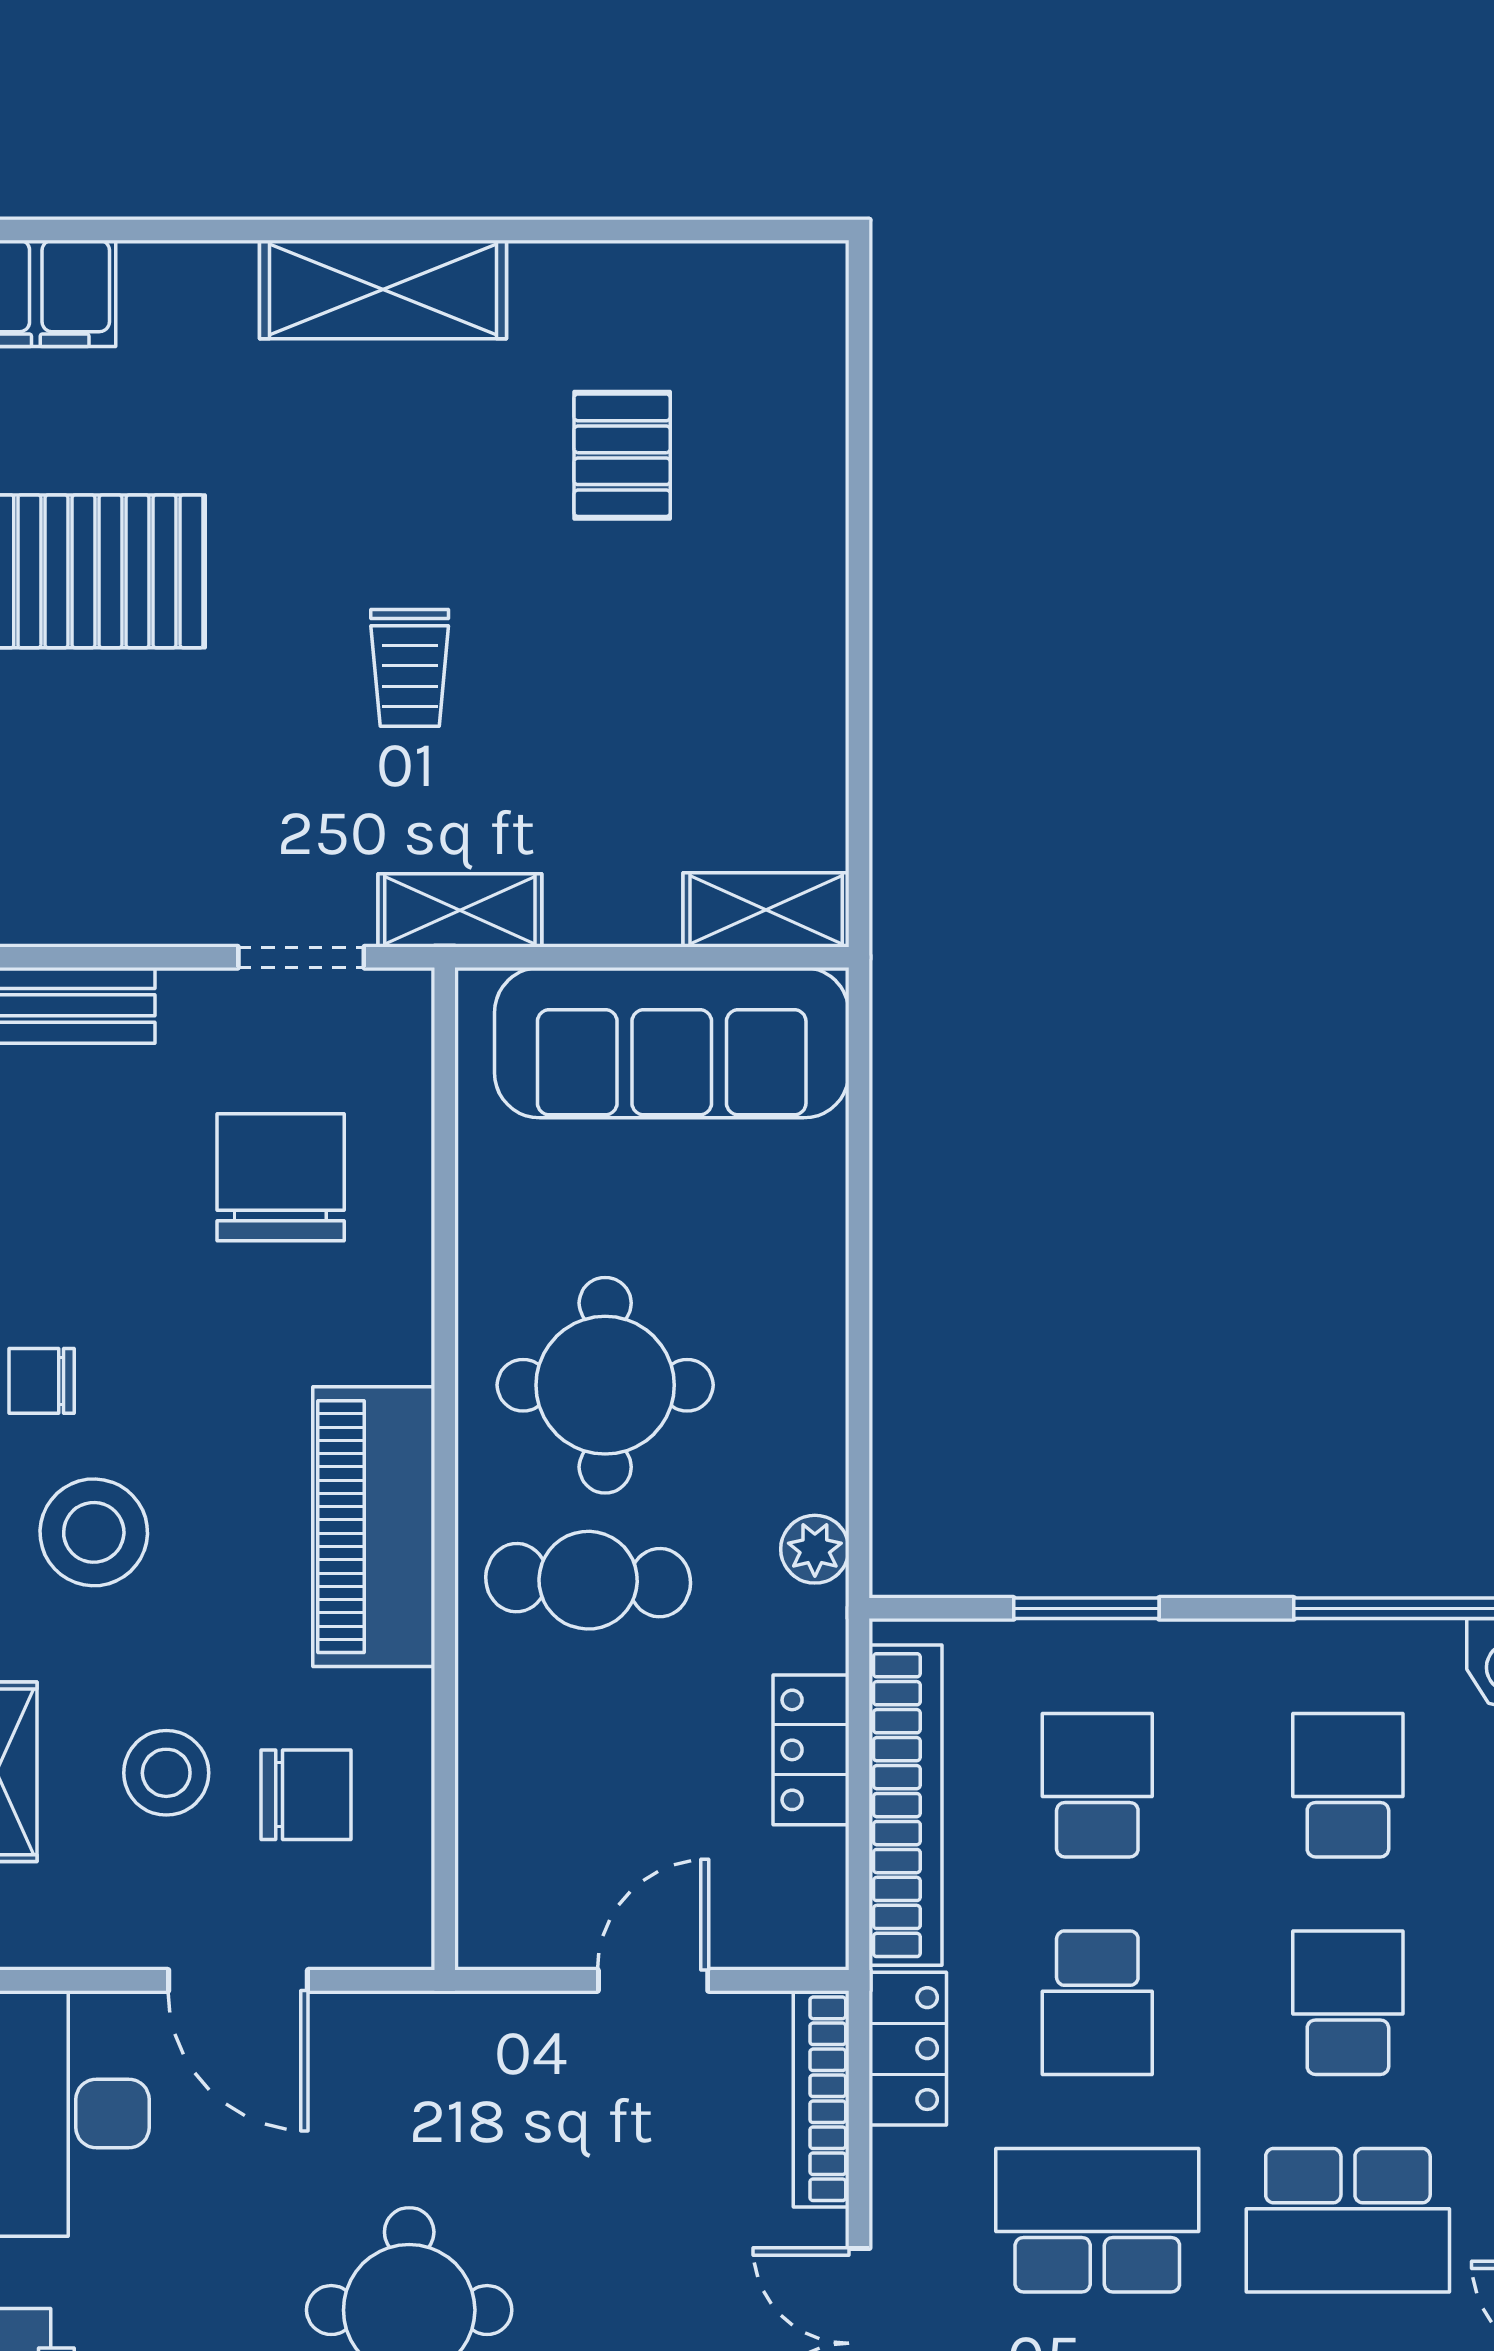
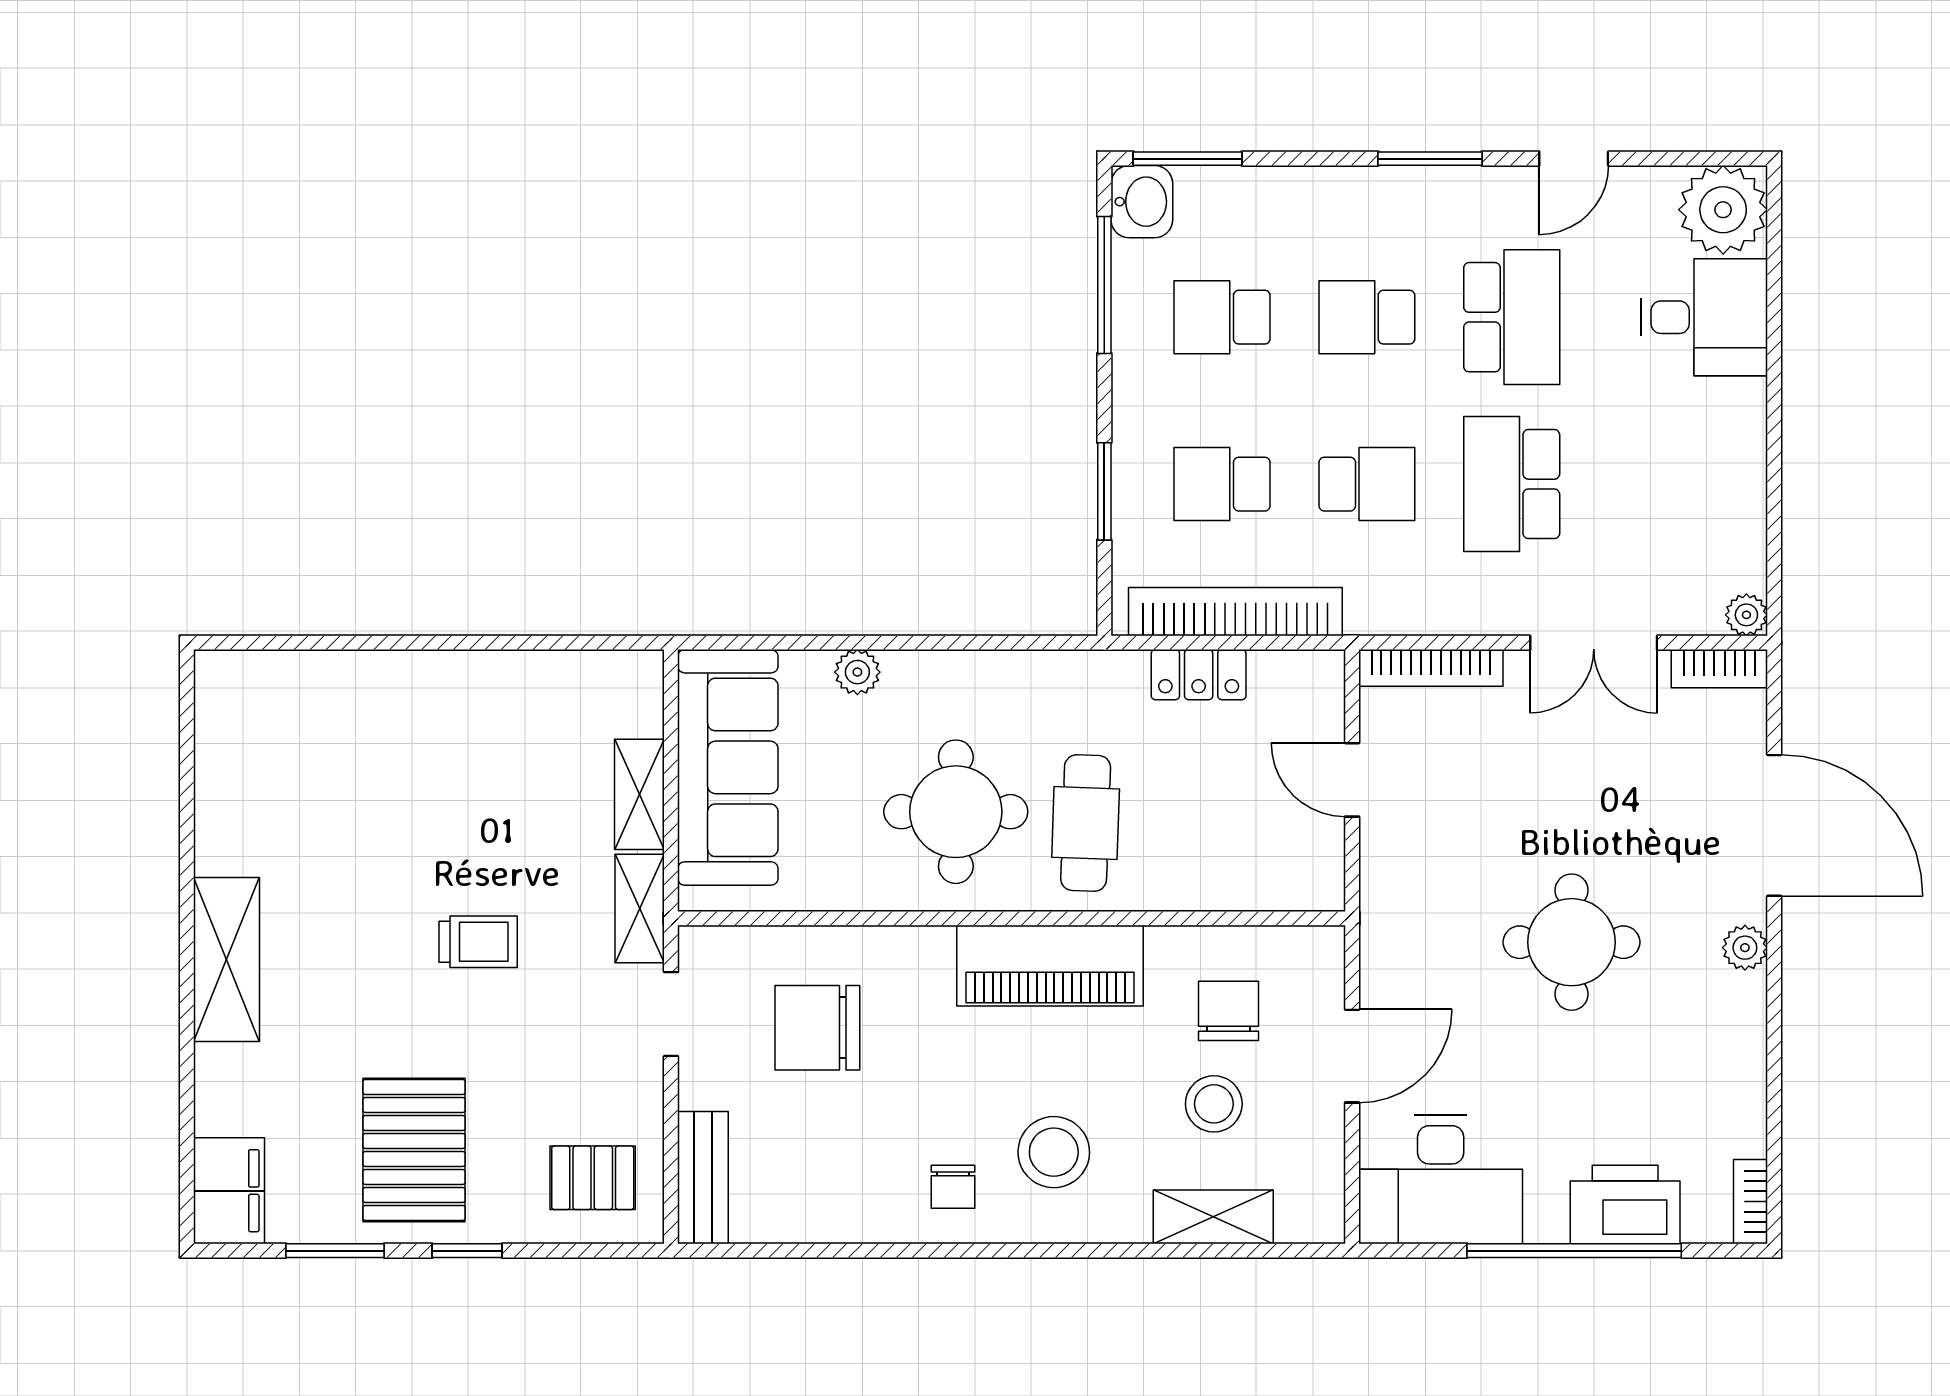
pallet: (622, 455) -> (593, 1178), moved
shelving: (766, 910) -> (639, 794), moved
plant: (815, 1549) -> (857, 672), moved
locker: (908, 2049) -> (1397, 610), removed

